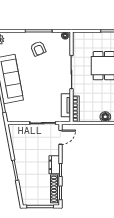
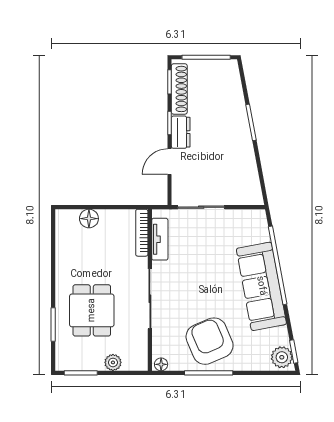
plant: (92, 37) -> (113, 362), added
armchair: (38, 49) -> (210, 341), width x1.88, depth x1.88
door: (60, 137) -> (170, 162), moved

